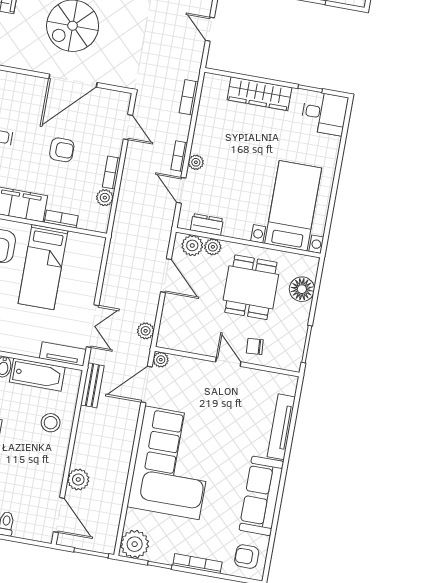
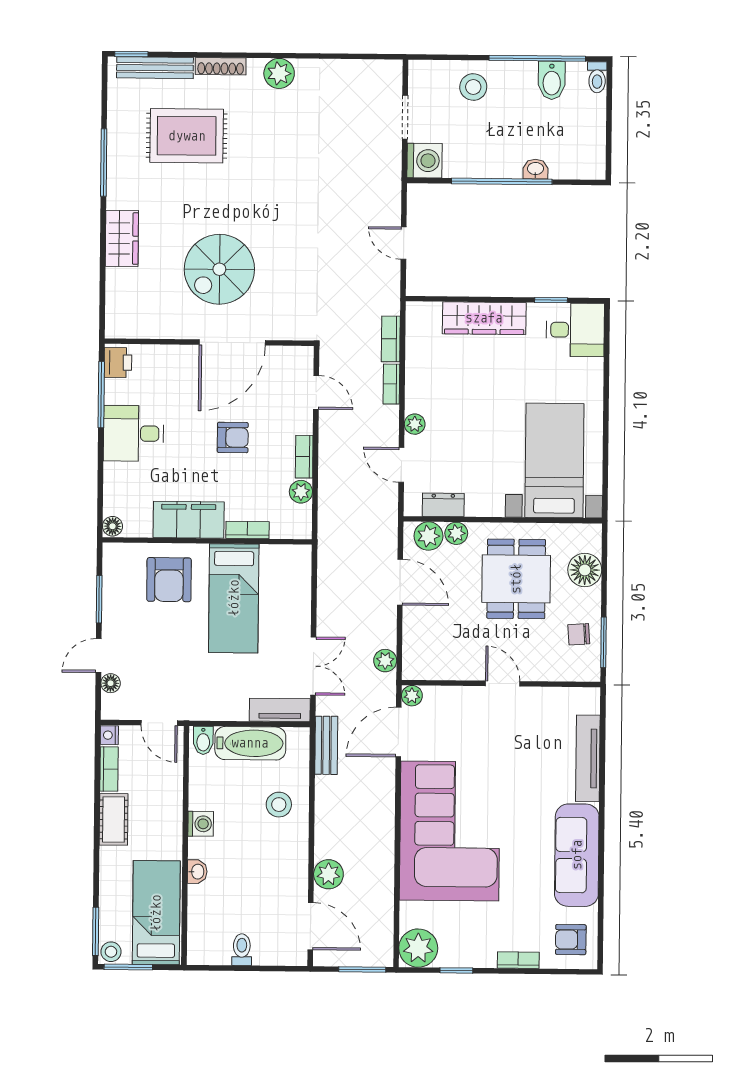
bookcase: (179, 156) -> (391, 384), moved
chair: (255, 346) -> (579, 634), moved
bookcase: (197, 564) -> (518, 960), width x0.64

